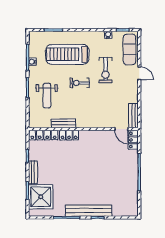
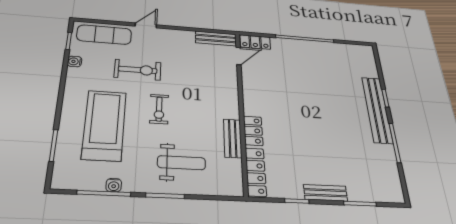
treadmill: (67, 54) -> (104, 125), turned 180
shower: (41, 197) -> (367, 182), removed

